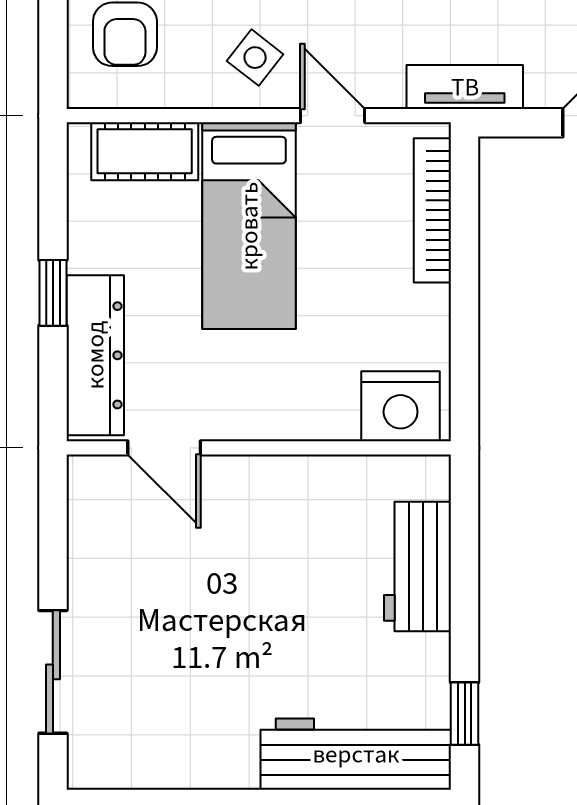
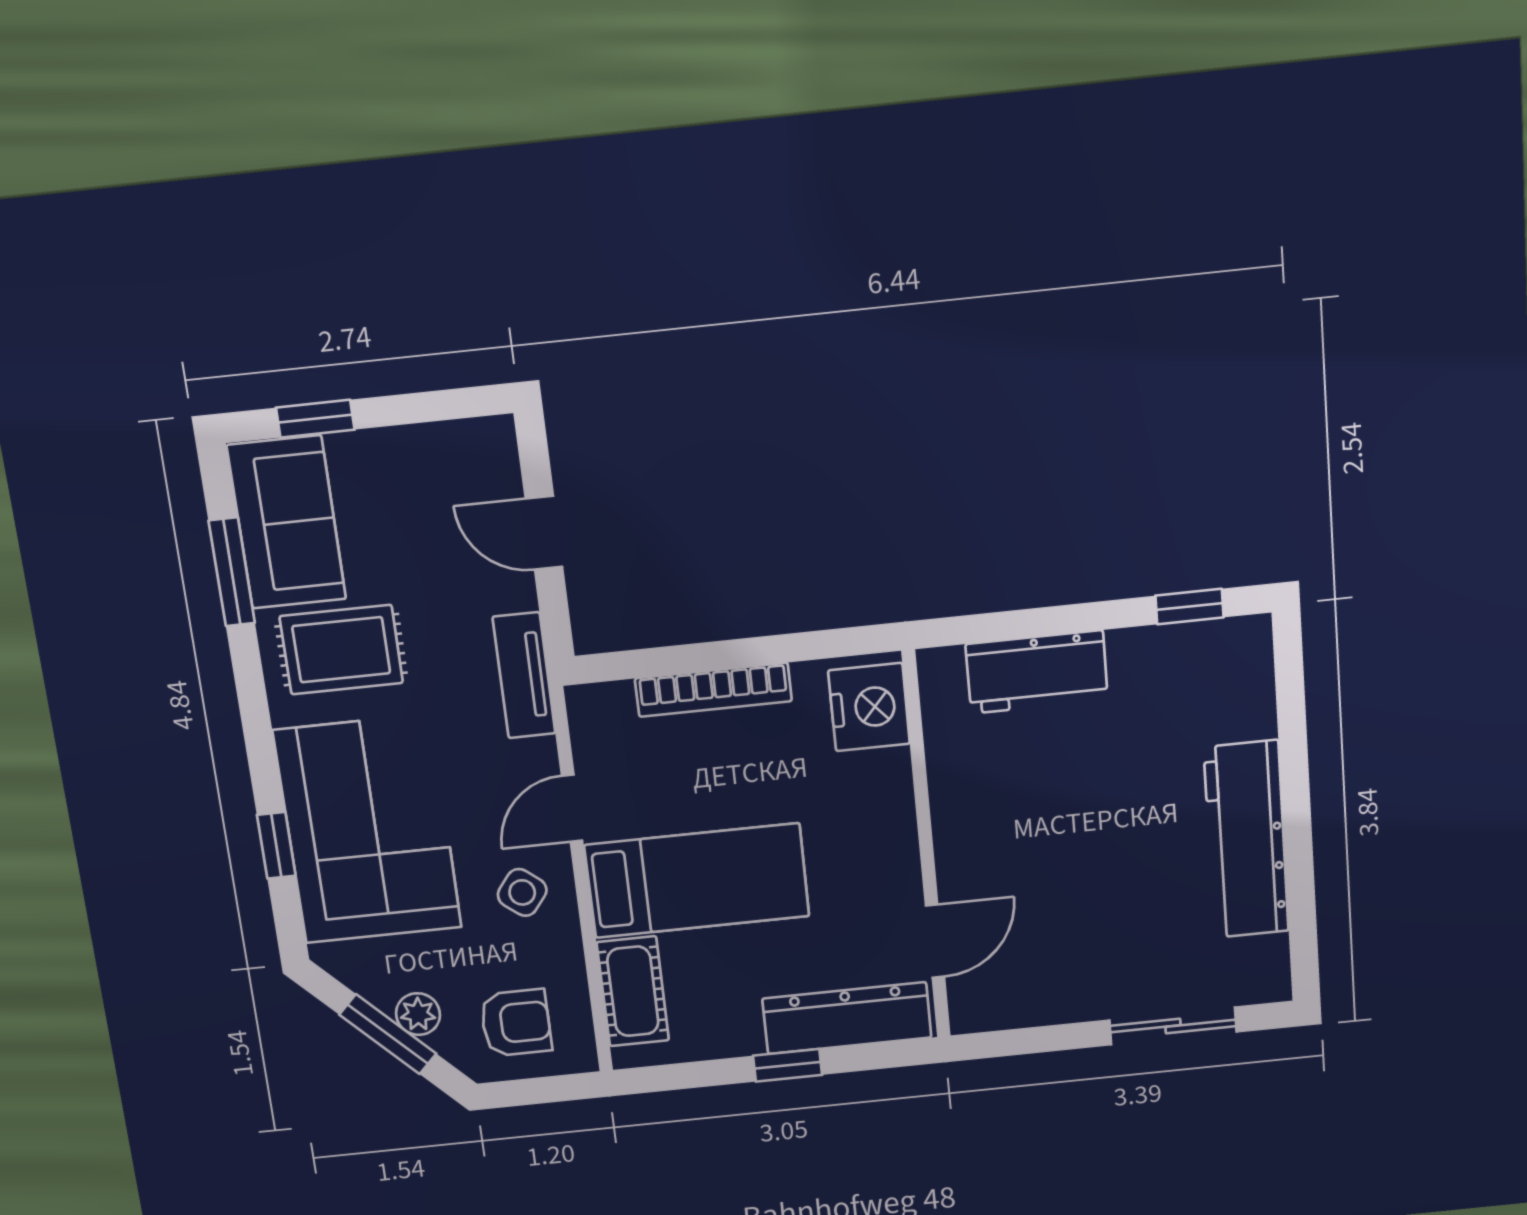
bookcase: (432, 210) -> (713, 690), moved
workbench: (356, 754) -> (1246, 840), moved

